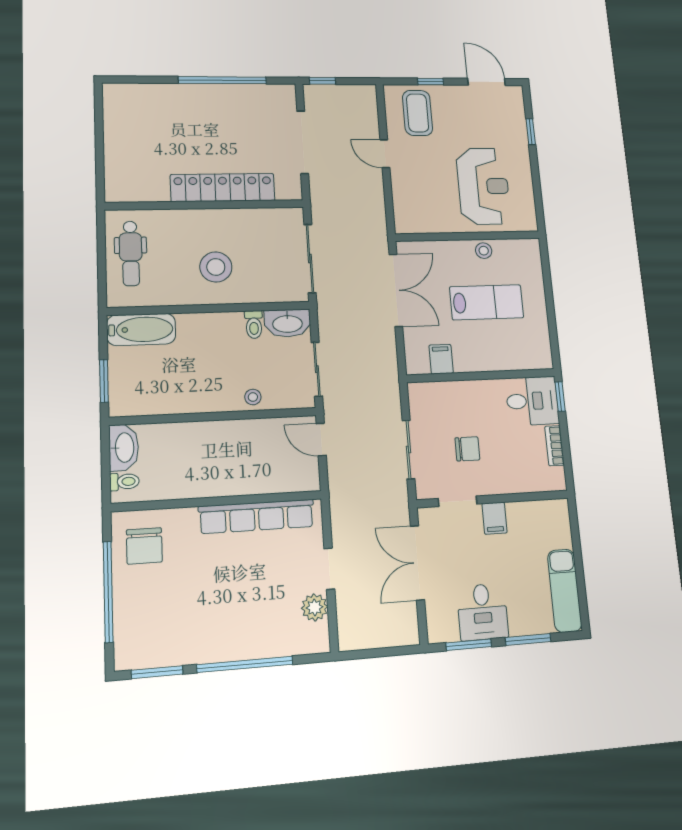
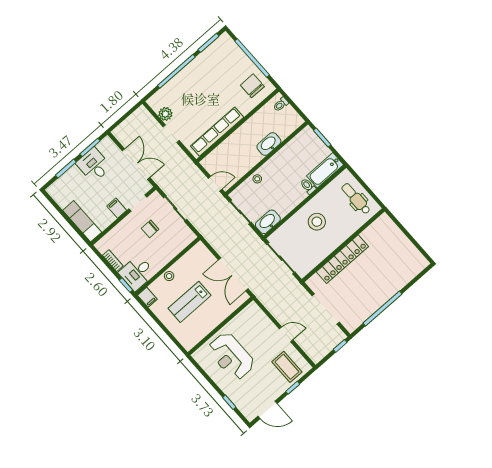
stool: (484, 251) -> (169, 276), moved
toilet: (254, 325) -> (308, 186), moved
filing cabinet: (441, 359) -> (147, 297), moved
washbasin: (124, 448) -> (269, 144), moved, turned 90
exam couch: (565, 591) -> (82, 221), moved

